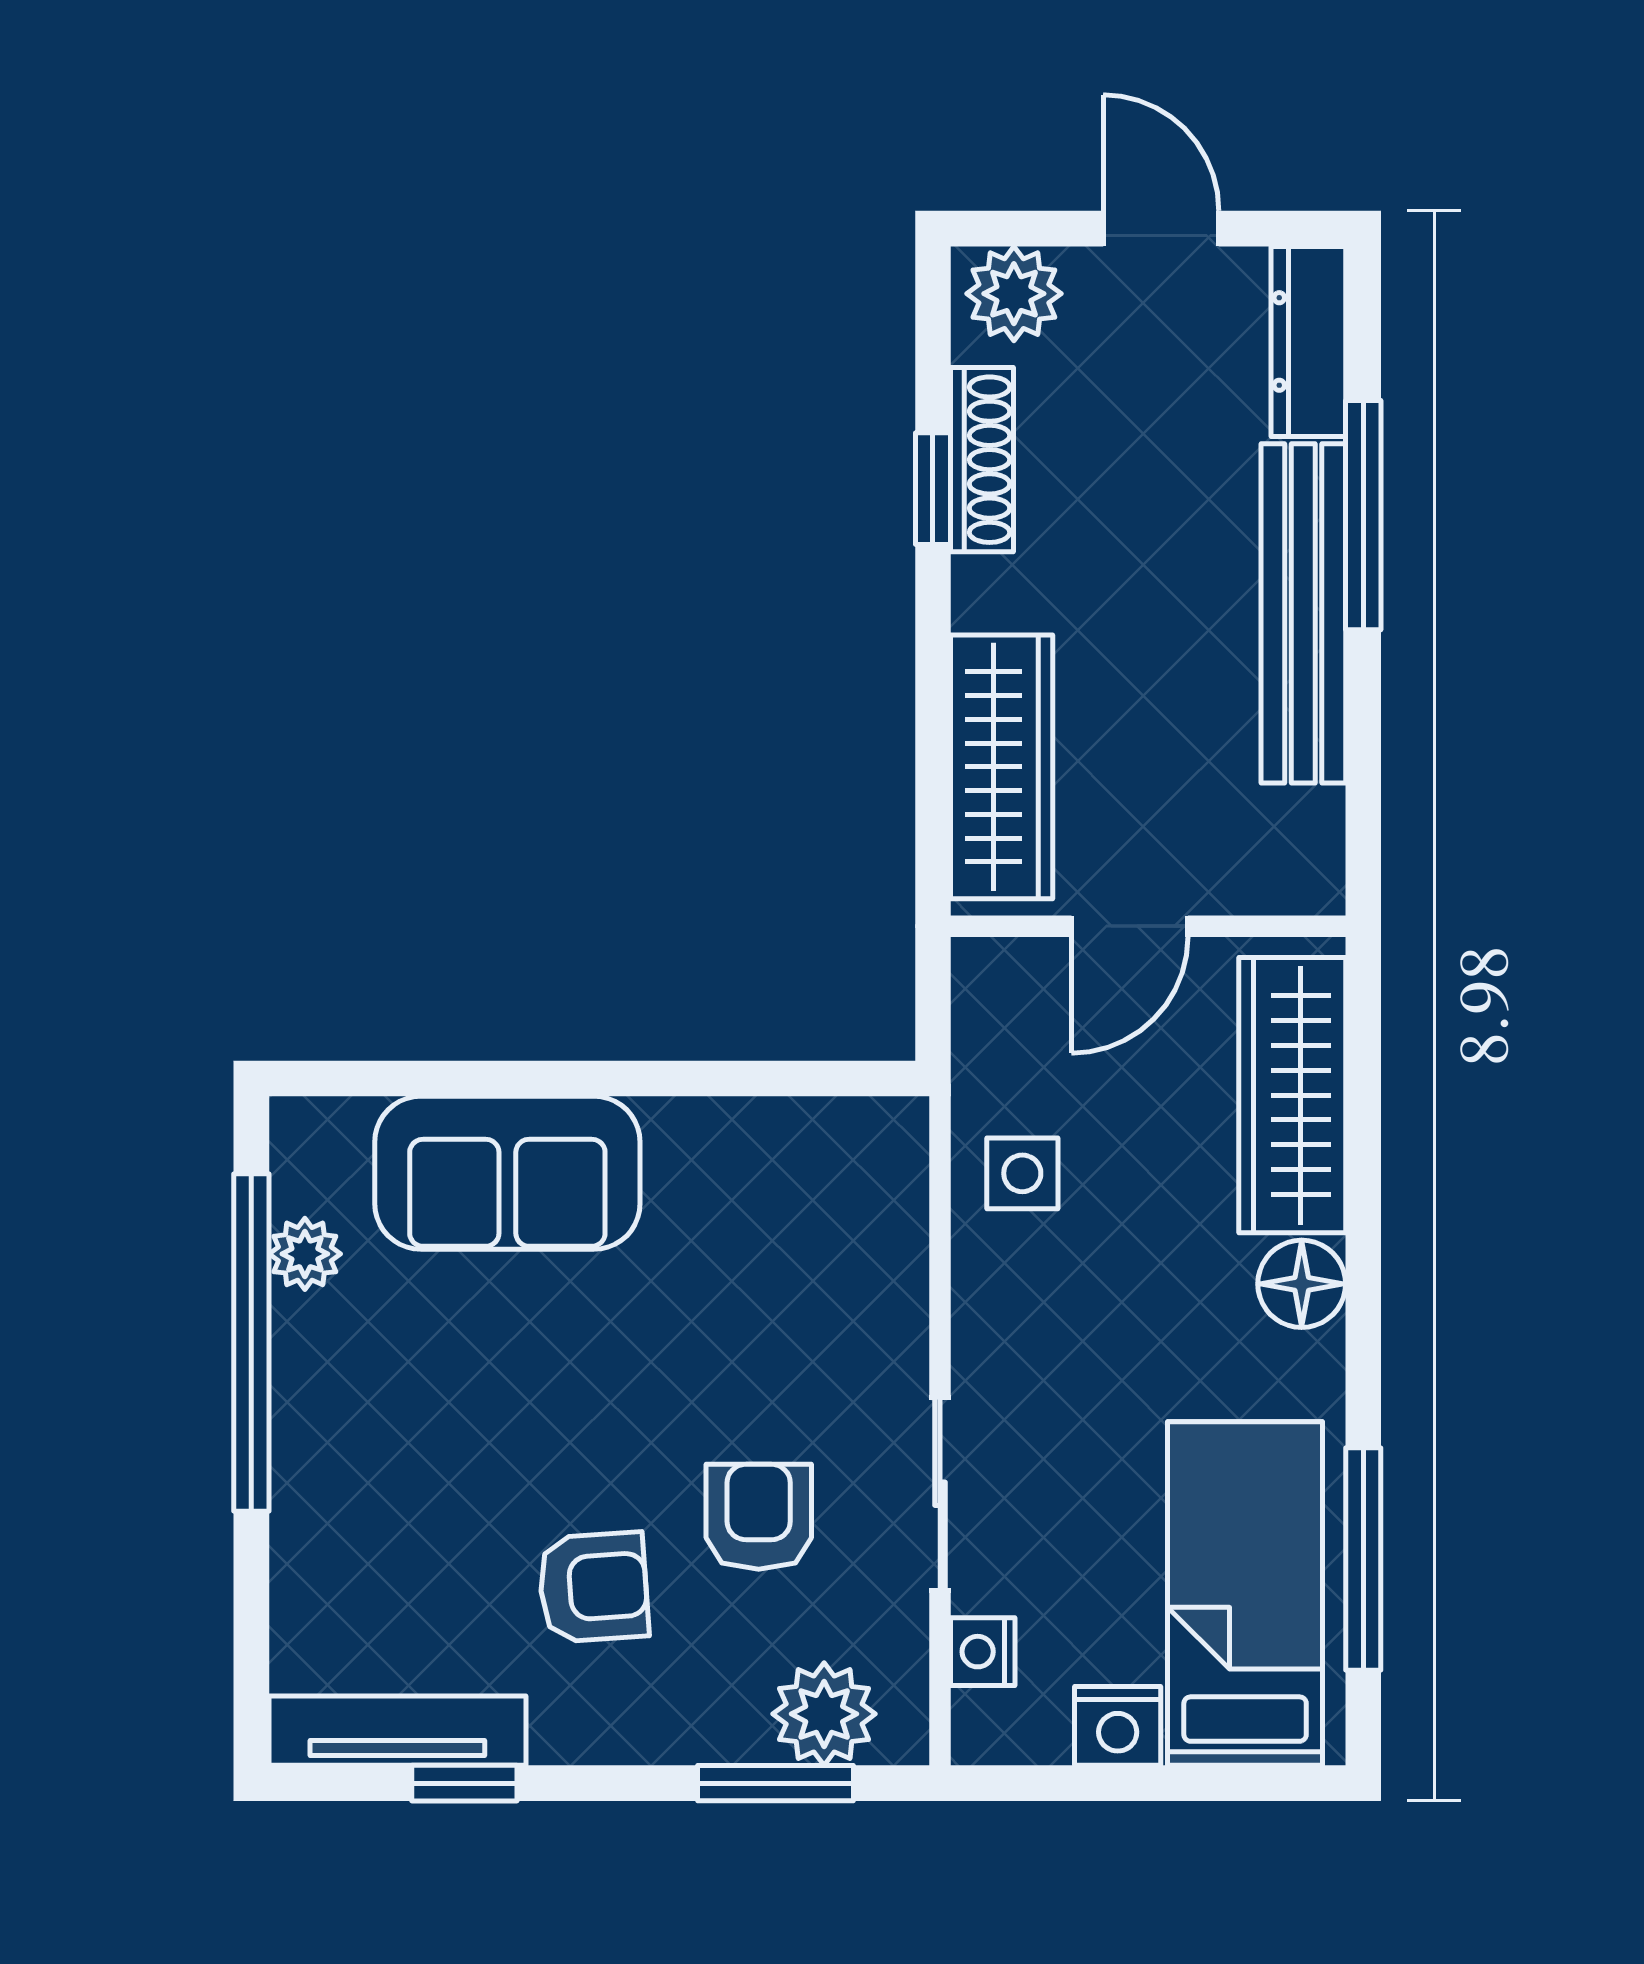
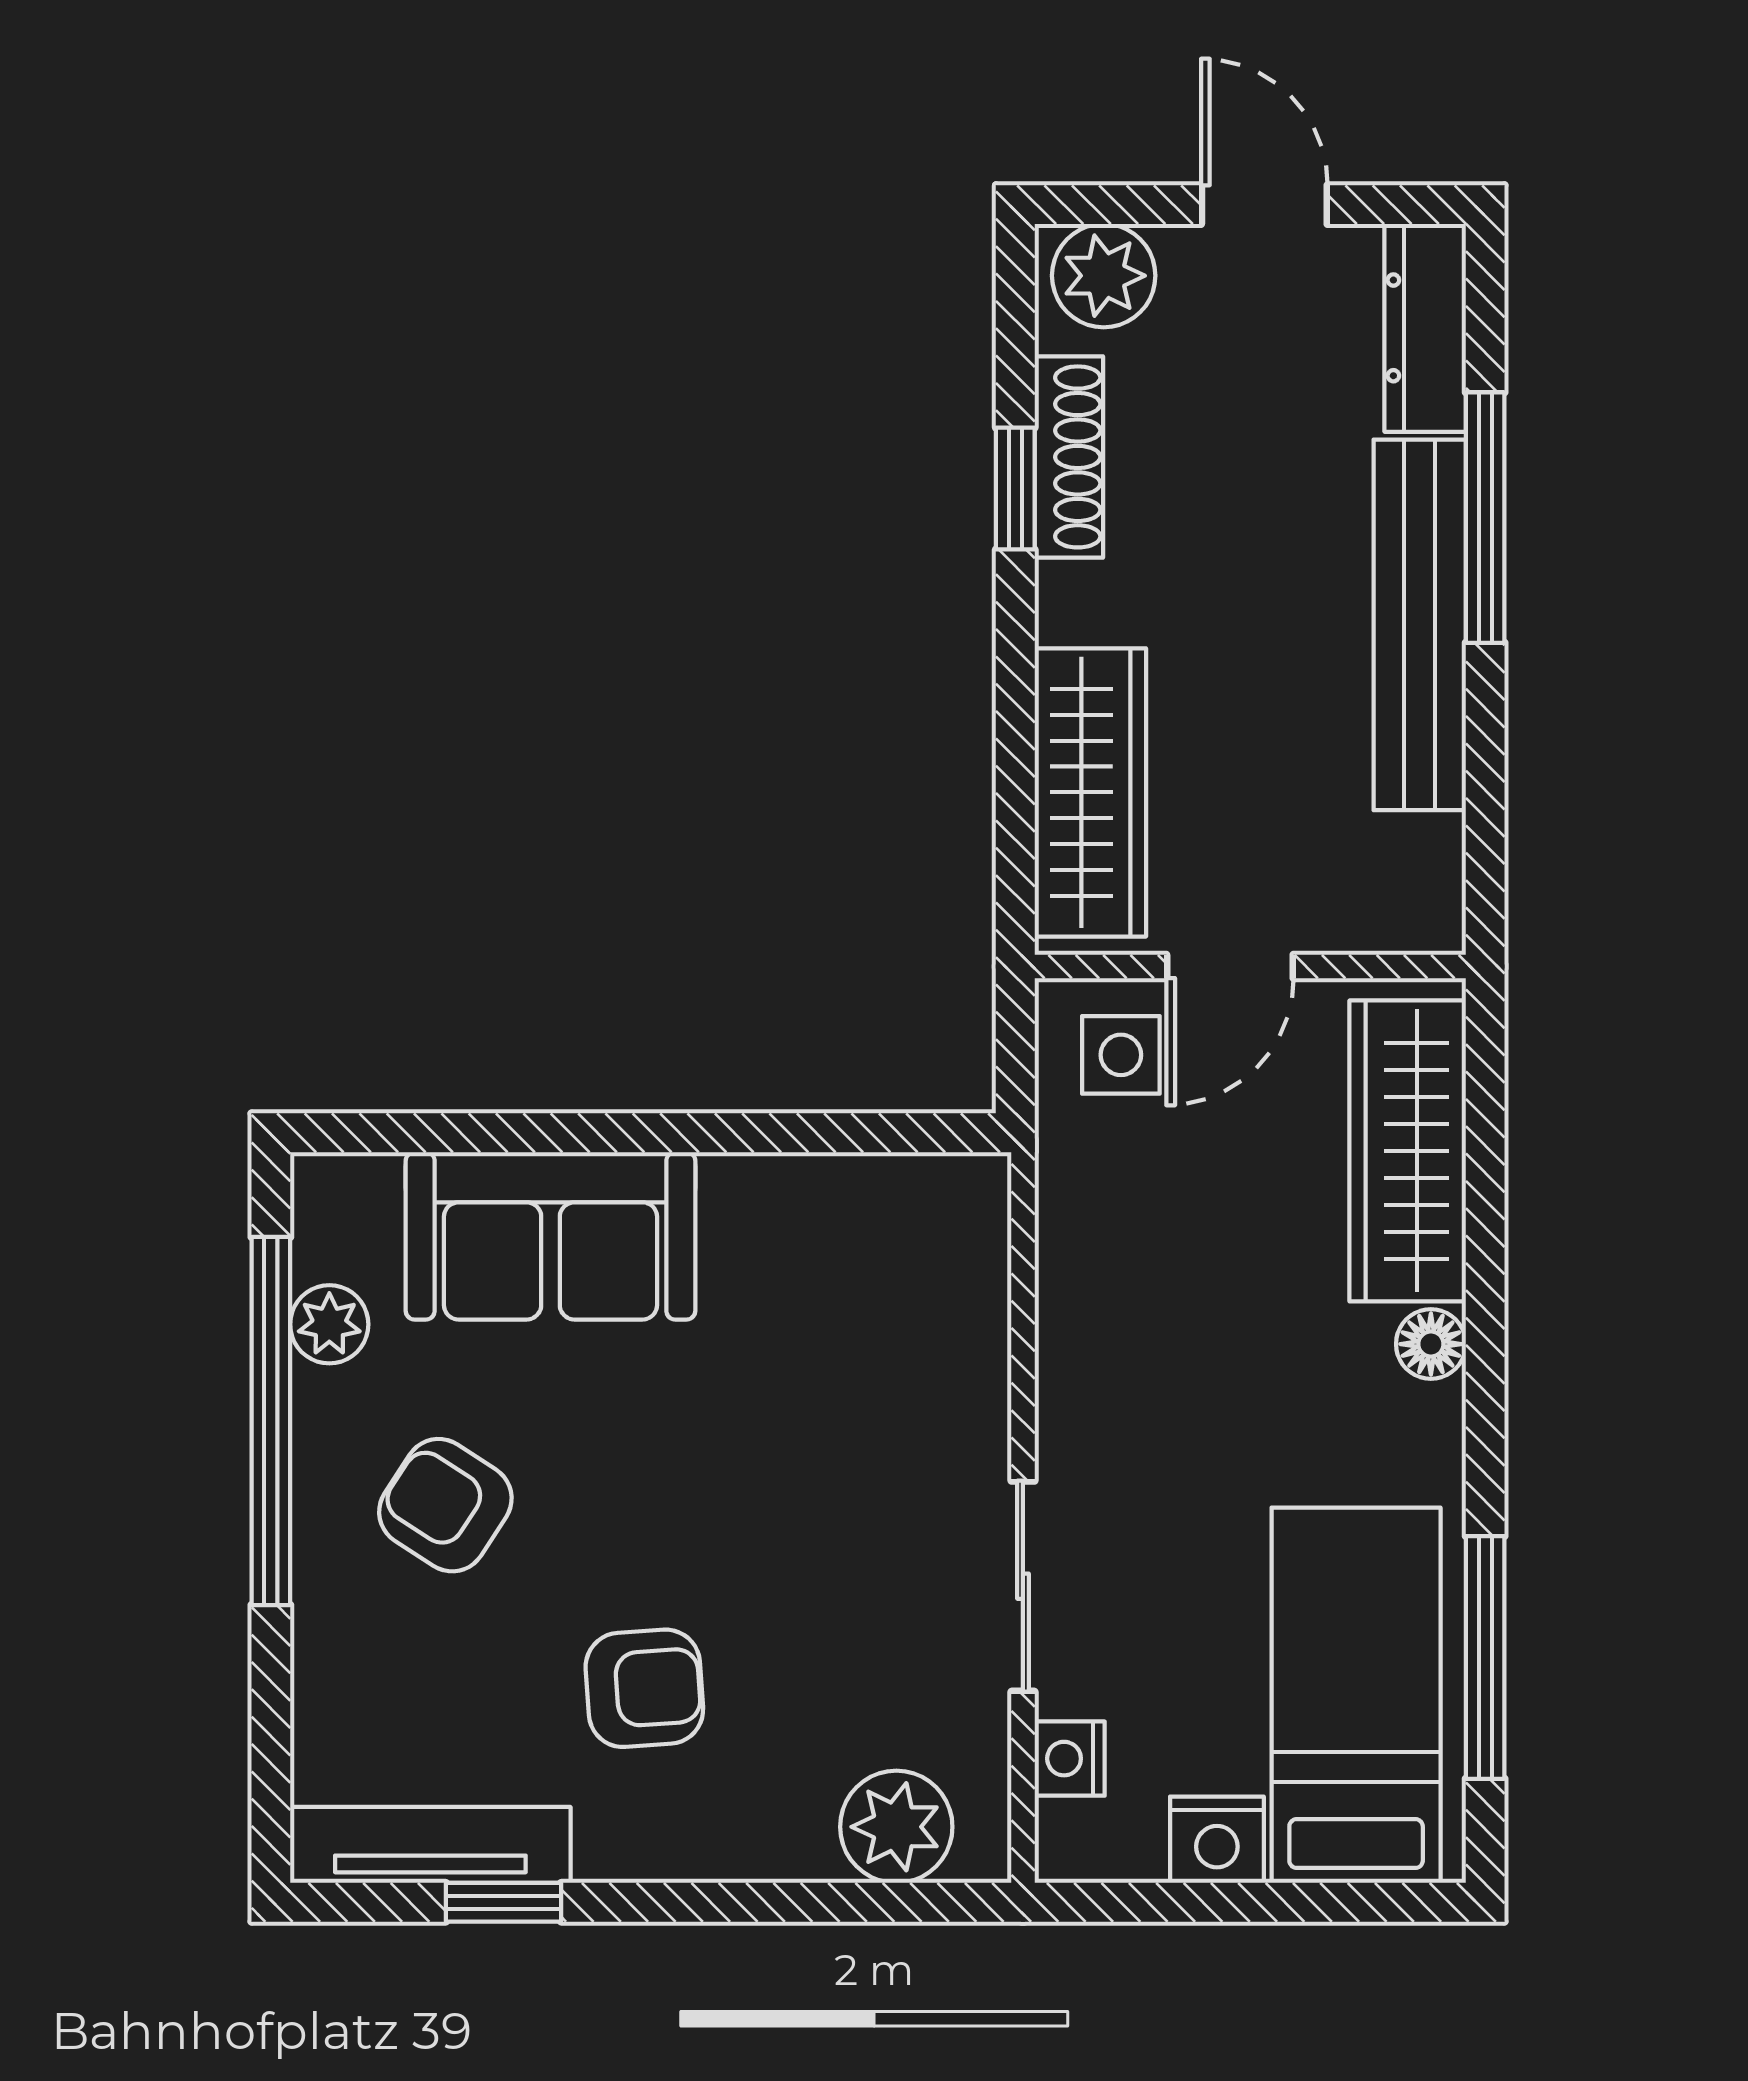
side table: (1022, 1173) -> (1121, 1055), moved
floor lamp: (1302, 1284) -> (1431, 1344), width x0.73, depth x0.73
armchair: (759, 1517) -> (445, 1505), moved, turned -57
window: (775, 1783) -> (843, 1902), removed

